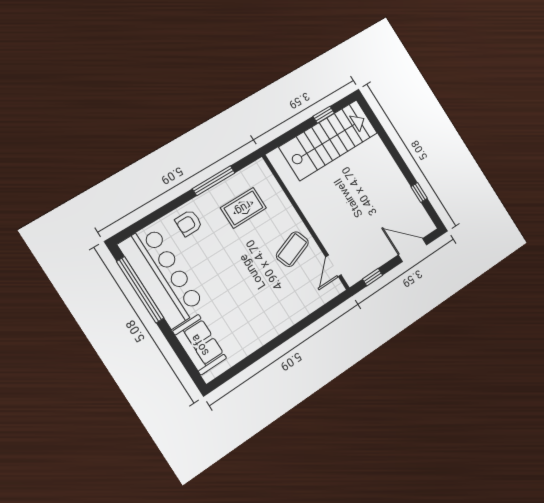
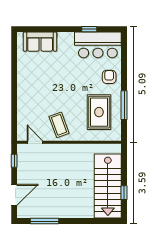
window: (419, 192) -> (45, 221), width x2.17
rug: (243, 208) -> (99, 112), width x1.36, depth x1.43
bar counter: (162, 276) -> (98, 45), width x0.73
window: (140, 290) -> (89, 29), width x0.32

